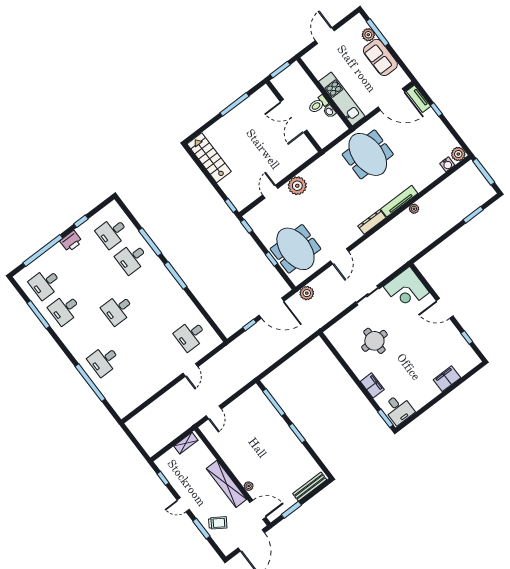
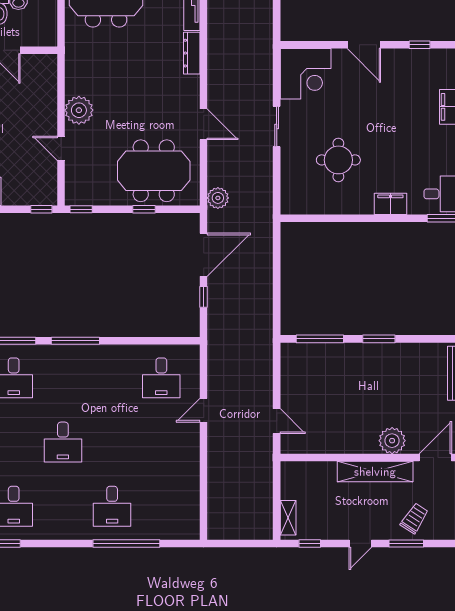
door: (445, 308) -> (364, 45), hinge flipped
door: (190, 370) -> (204, 410), swing flipped
shelving: (186, 443) -> (288, 518), moved
plant: (249, 486) -> (392, 441), width x1.87, depth x1.87

